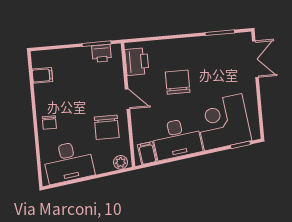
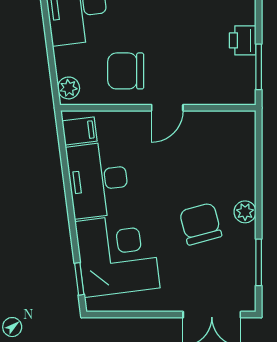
plant: (189, 44) -> (245, 212), added
printer: (102, 53) -> (243, 40), moved
printer: (137, 62) -> (225, 128), removed
chair: (178, 82) -> (201, 224), moved, turned -105

